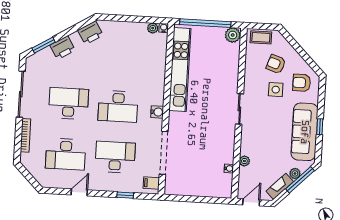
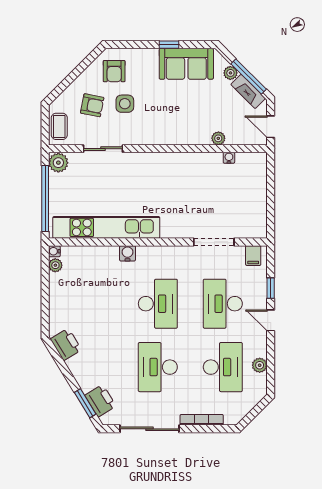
printer: (63, 48) -> (100, 401), moved
armchair: (276, 64) -> (92, 105), turned -98
sliding door: (239, 109) -> (103, 149), moved
water cooler: (157, 112) -> (128, 253), moved
sofa: (305, 132) -> (186, 64), width x0.73
doorway: (164, 153) -> (214, 242), width x0.73
window: (300, 180) -> (249, 77), moved
plant: (65, 183) -> (260, 365), added
door: (79, 192) -> (271, 320), moved

